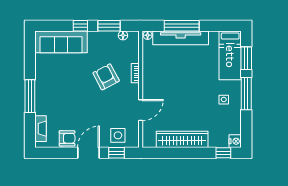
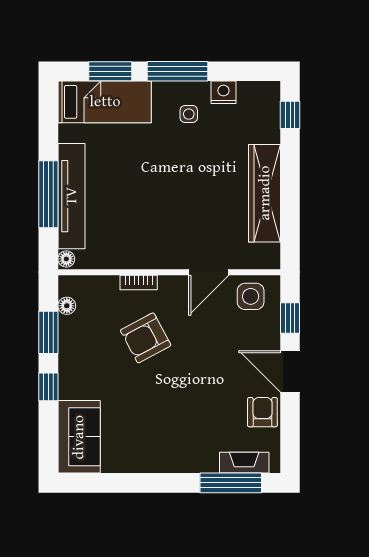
sofa: (61, 42) -> (79, 437), width x0.73
window: (30, 96) -> (231, 483), moved
door: (141, 110) -> (209, 272), swing flipped
side table: (118, 135) -> (251, 296), moved
nightstand: (235, 141) -> (223, 92), moved

